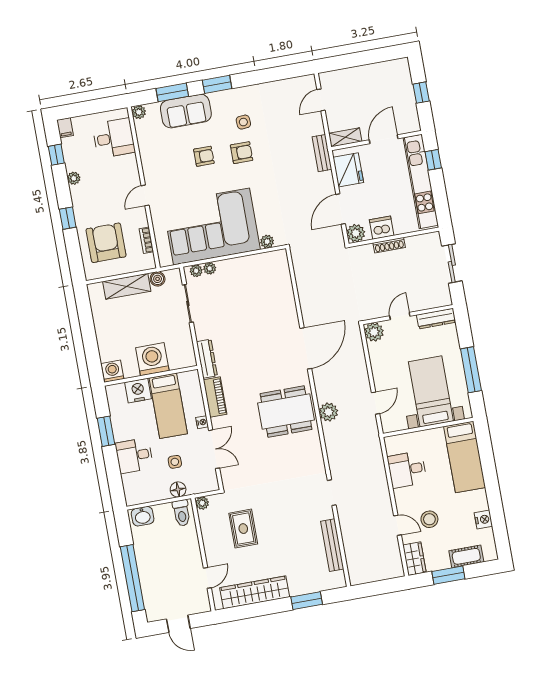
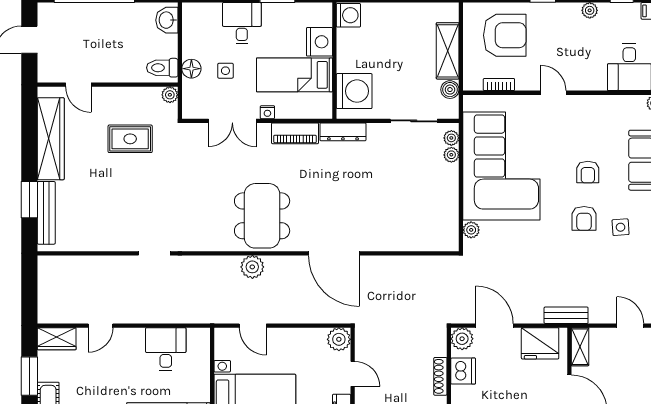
washing machine: (152, 359) -> (354, 91), moved
stool: (429, 519) -> (101, 365), removed
bench: (332, 545) -> (46, 213), moved, turned 90

